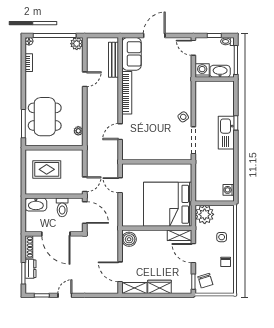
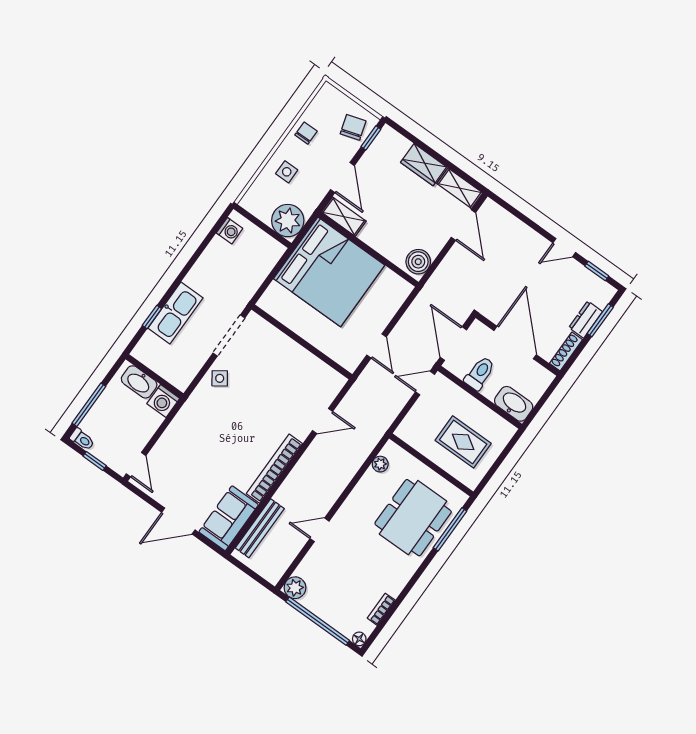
washing machine: (202, 70) -> (163, 401), moved
washbasin: (220, 71) -> (139, 382), moved
wall: (215, 79) -> (155, 376), moved

